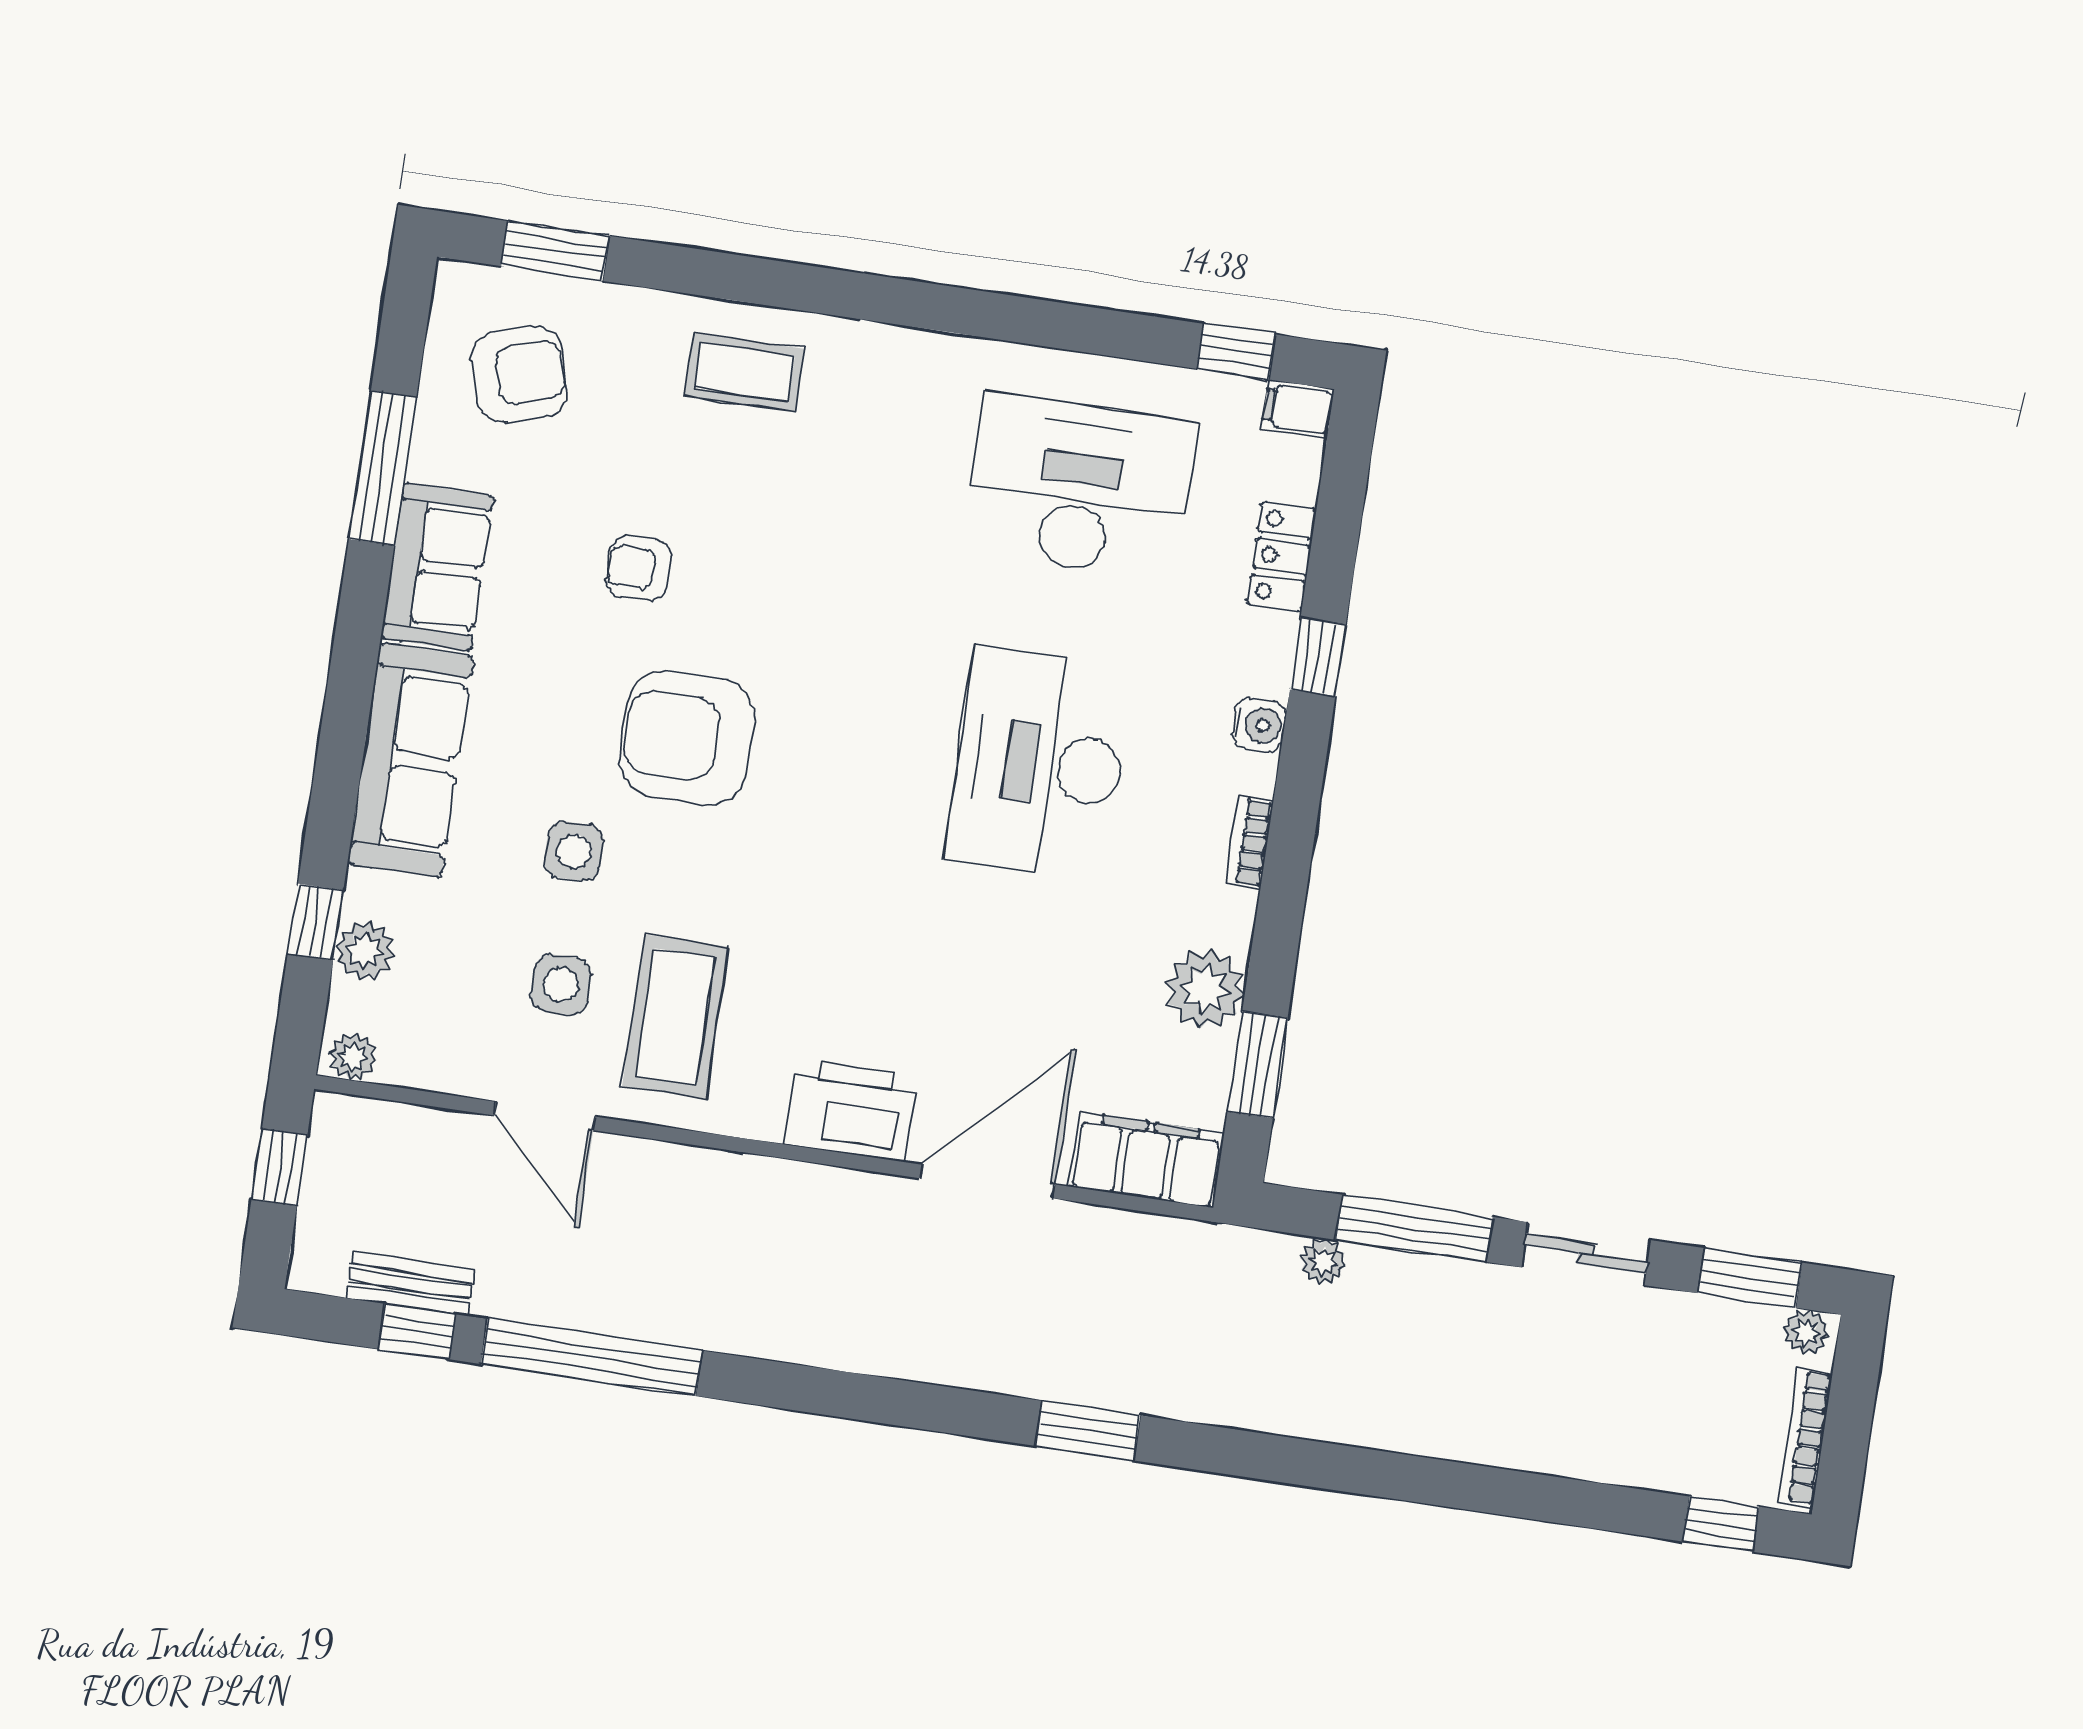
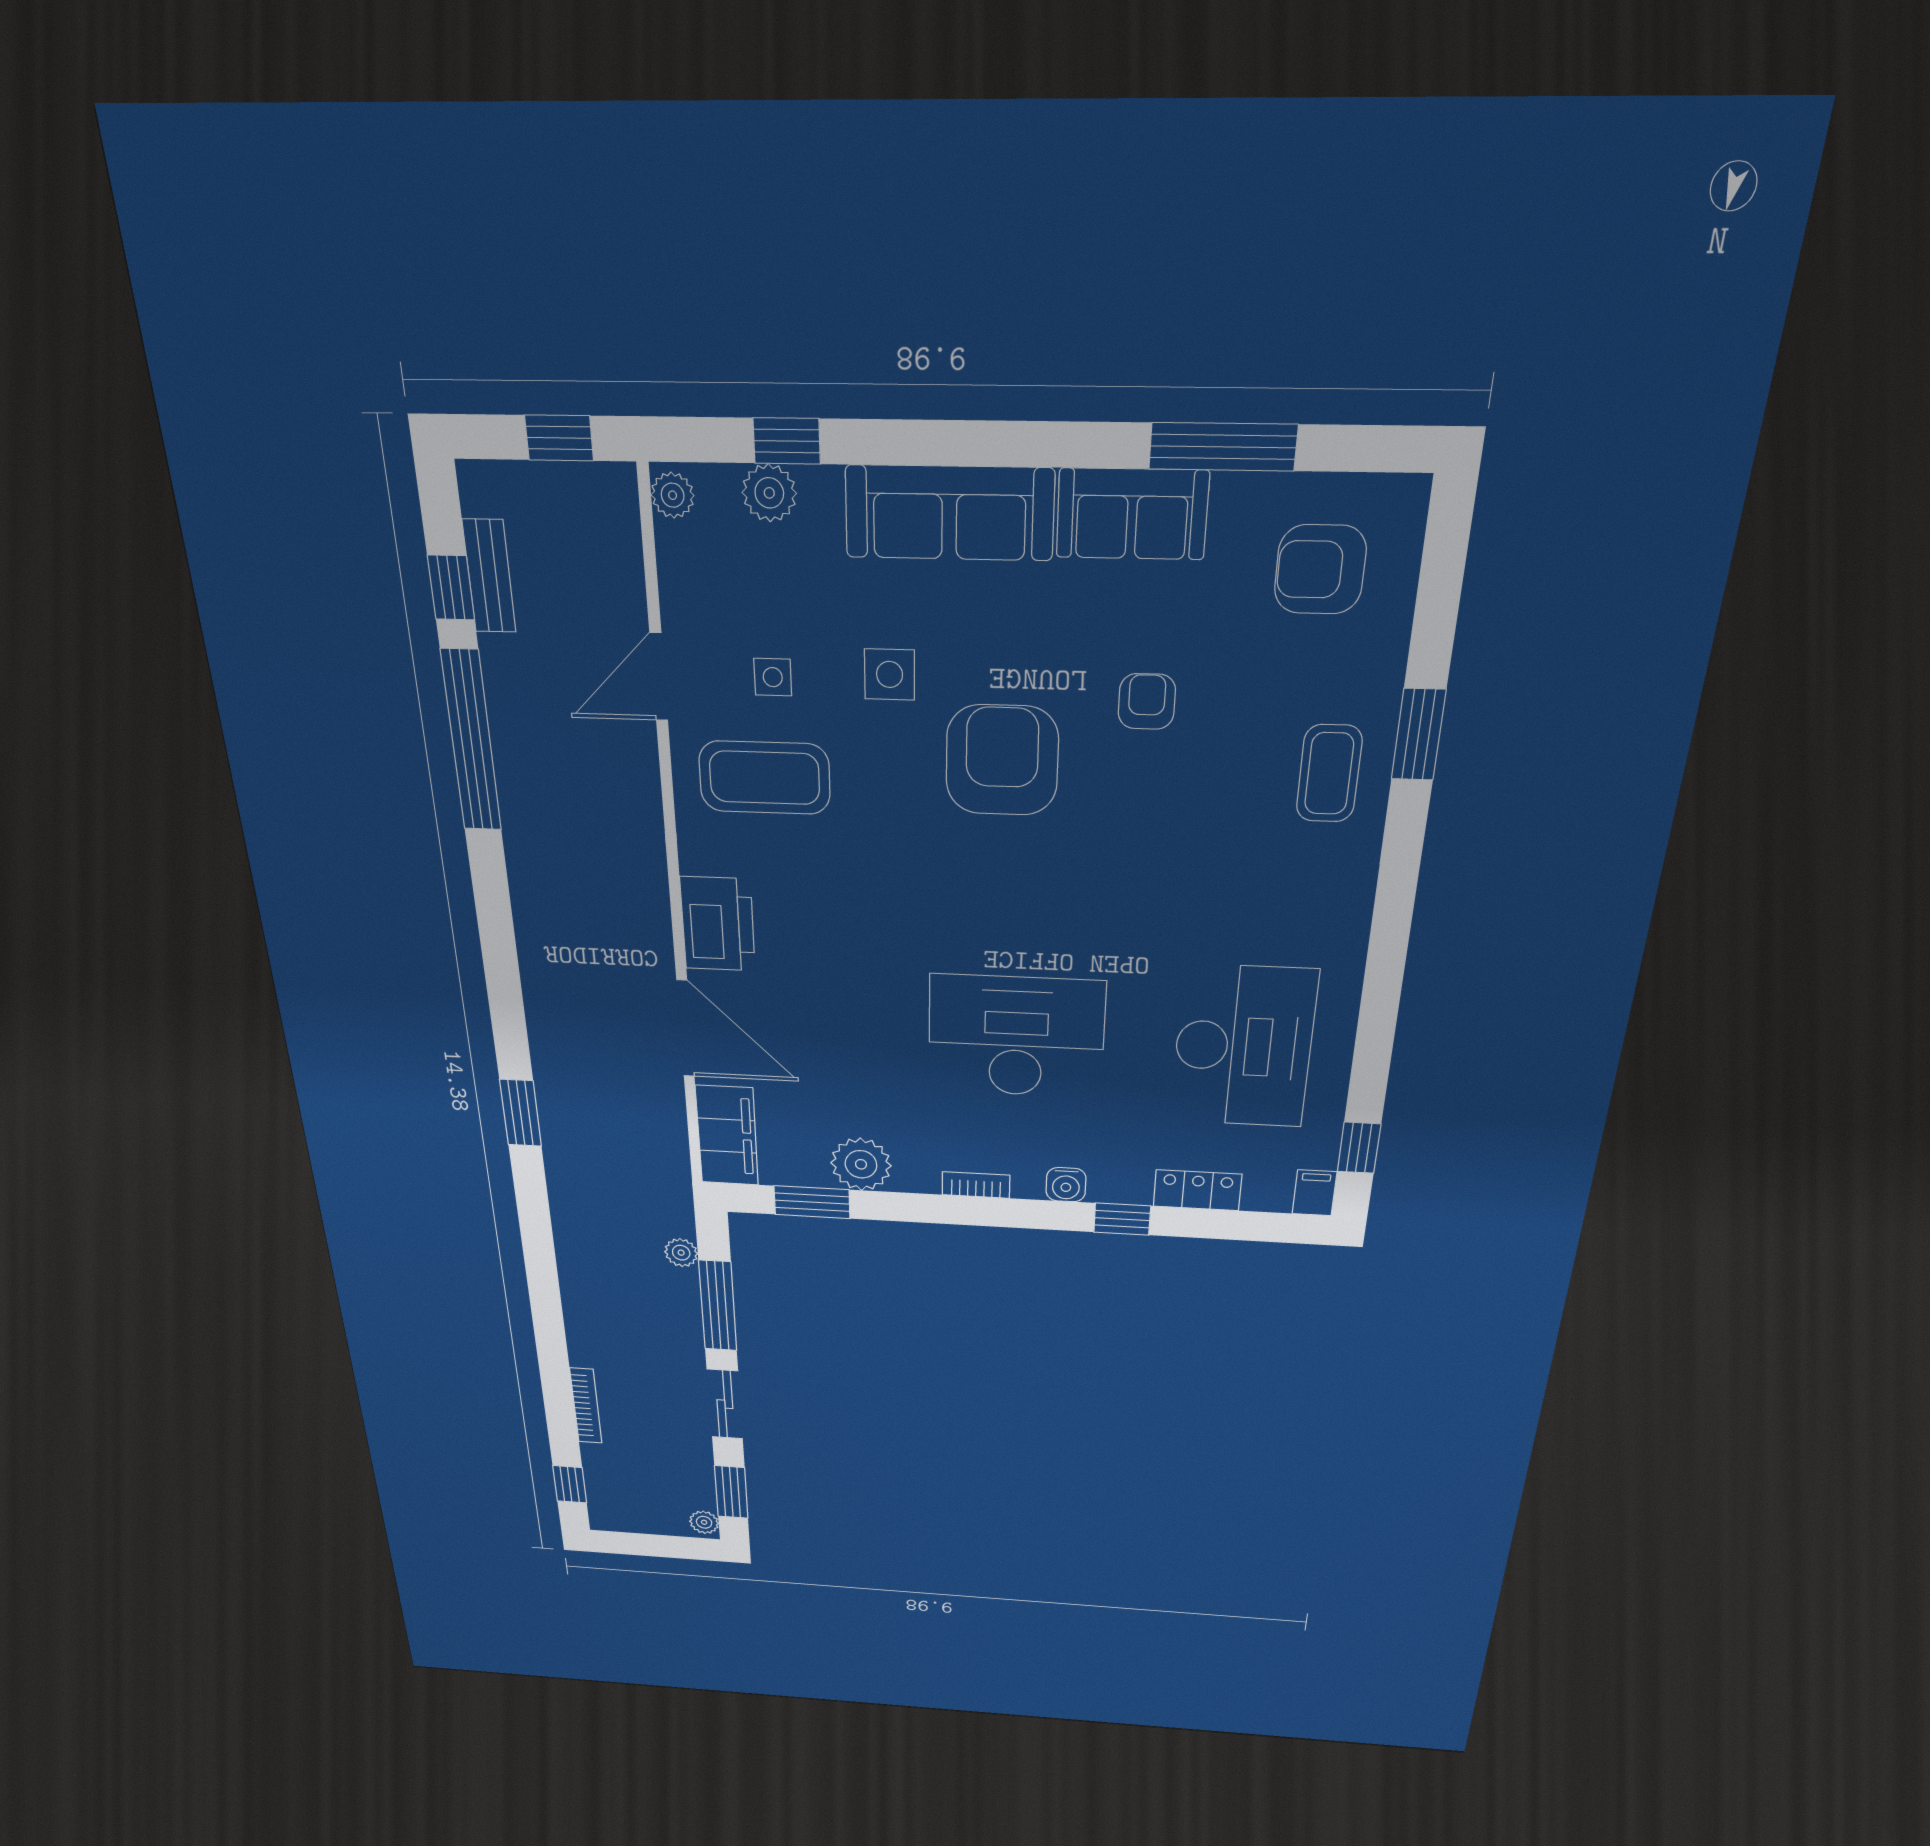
window: (555, 251) -> (1419, 735), moved
armchair: (519, 374) -> (1320, 570), turned 106
side table: (561, 985) -> (773, 677), width x0.73, depth x0.73
bookcase: (1806, 1437) -> (586, 1406), moved, turned 90

